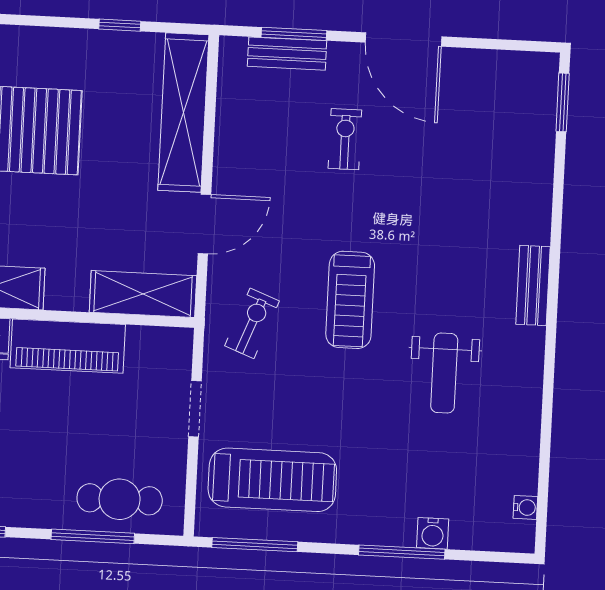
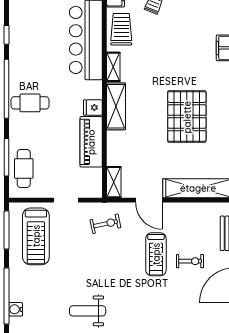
shelving: (143, 294) -> (114, 182), width x0.67, depth x0.75
treadmill: (350, 300) -> (156, 254), moved, turned -90
exercise bike: (252, 323) -> (105, 224), turned -33
window: (402, 552) -> (6, 296), width x1.46

